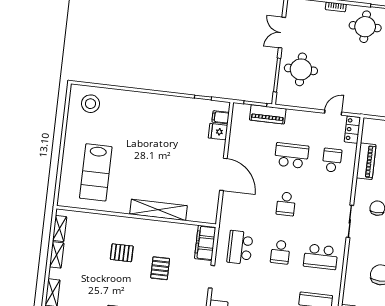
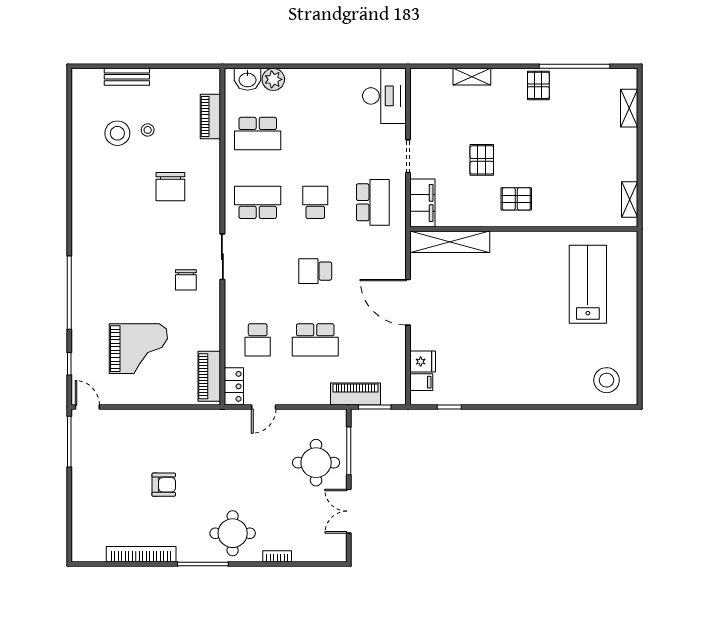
double door: (282, 33) -> (349, 511), swing flipped
piano: (366, 161) -> (209, 376), moved
school desk: (286, 204) -> (315, 271), turned -90
shelving: (158, 210) -> (450, 242), moved
pallet: (122, 253) -> (516, 199), moved
shelving: (57, 255) -> (630, 162), removed

